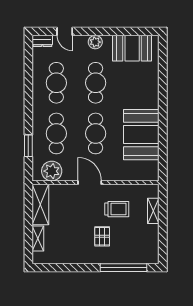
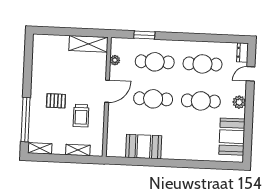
booth: (141, 135) -> (144, 147), width x0.73, depth x0.70
plant: (52, 171) -> (115, 60), width x0.53, depth x0.53
shelving: (38, 239) -> (40, 148), moved

